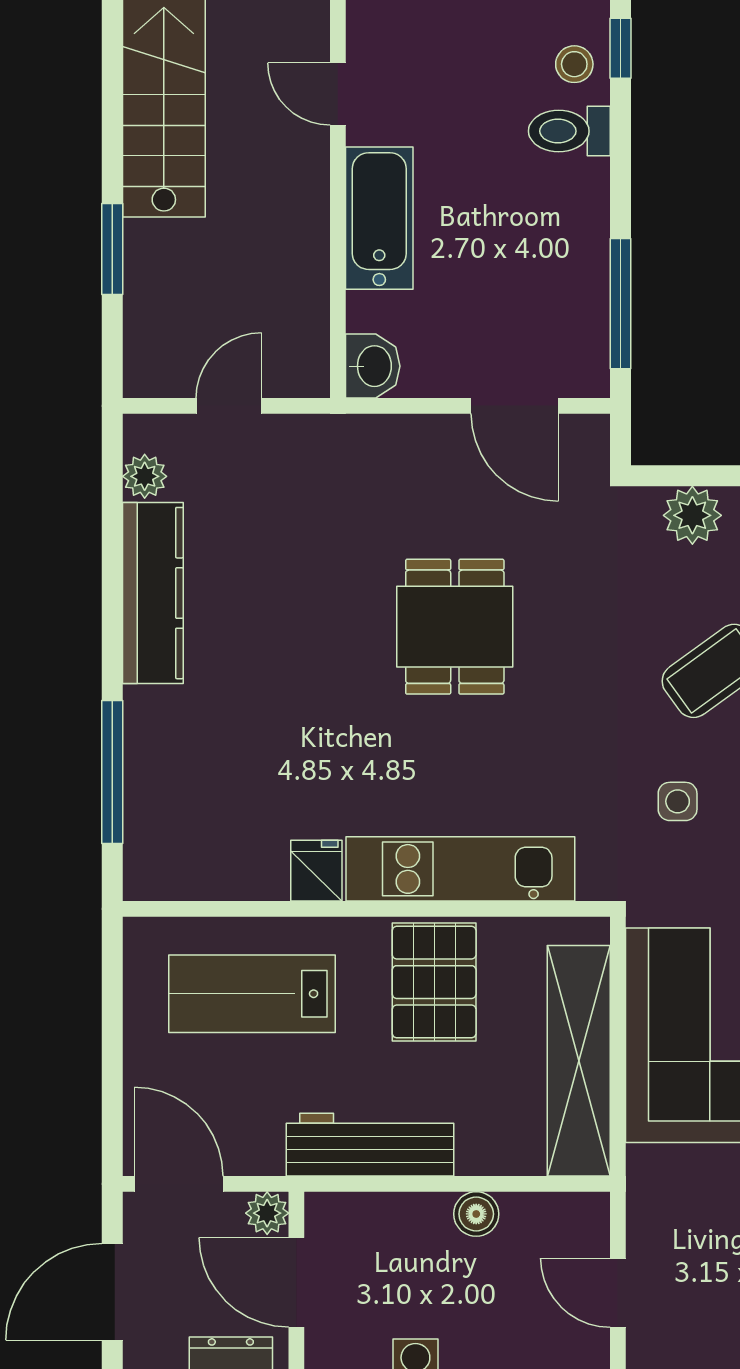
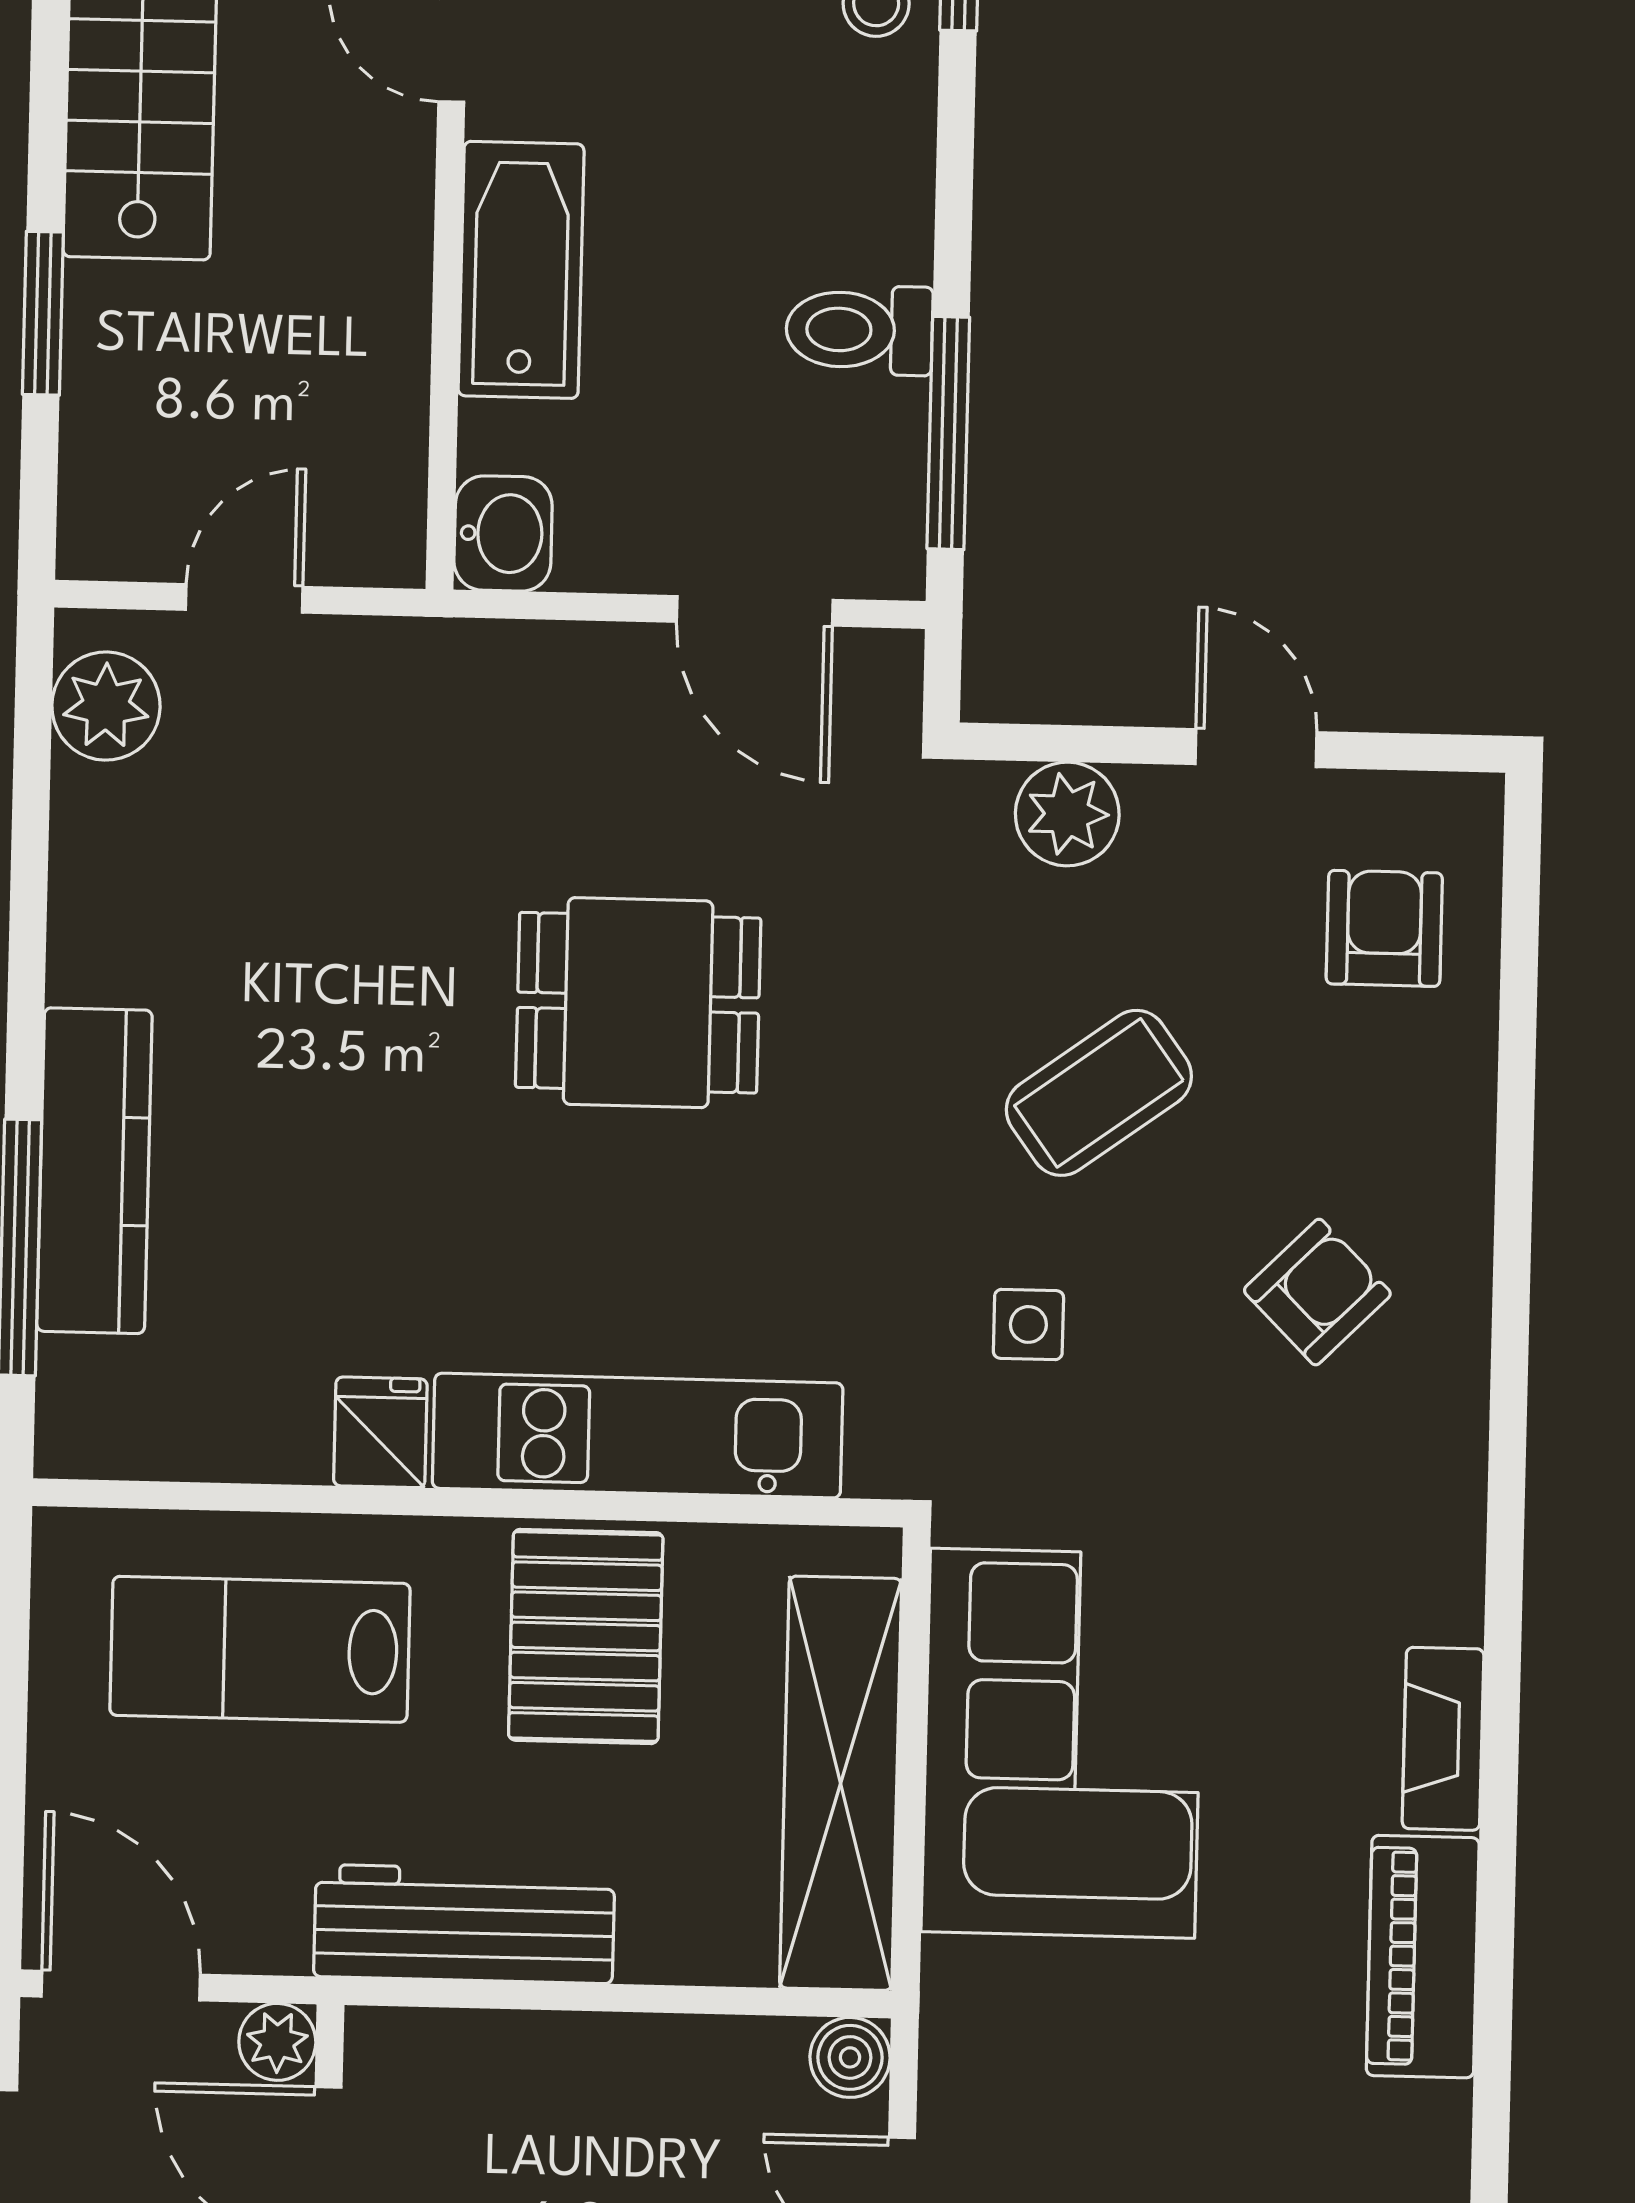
toilet: (569, 131) -> (859, 330), moved
plant: (145, 476) -> (106, 706), width x1.38, depth x1.38
kitchen counter: (153, 593) -> (94, 1171), moved
dining table: (455, 627) -> (638, 1003), turned 90
boiler: (476, 1214) -> (850, 2057), moved

